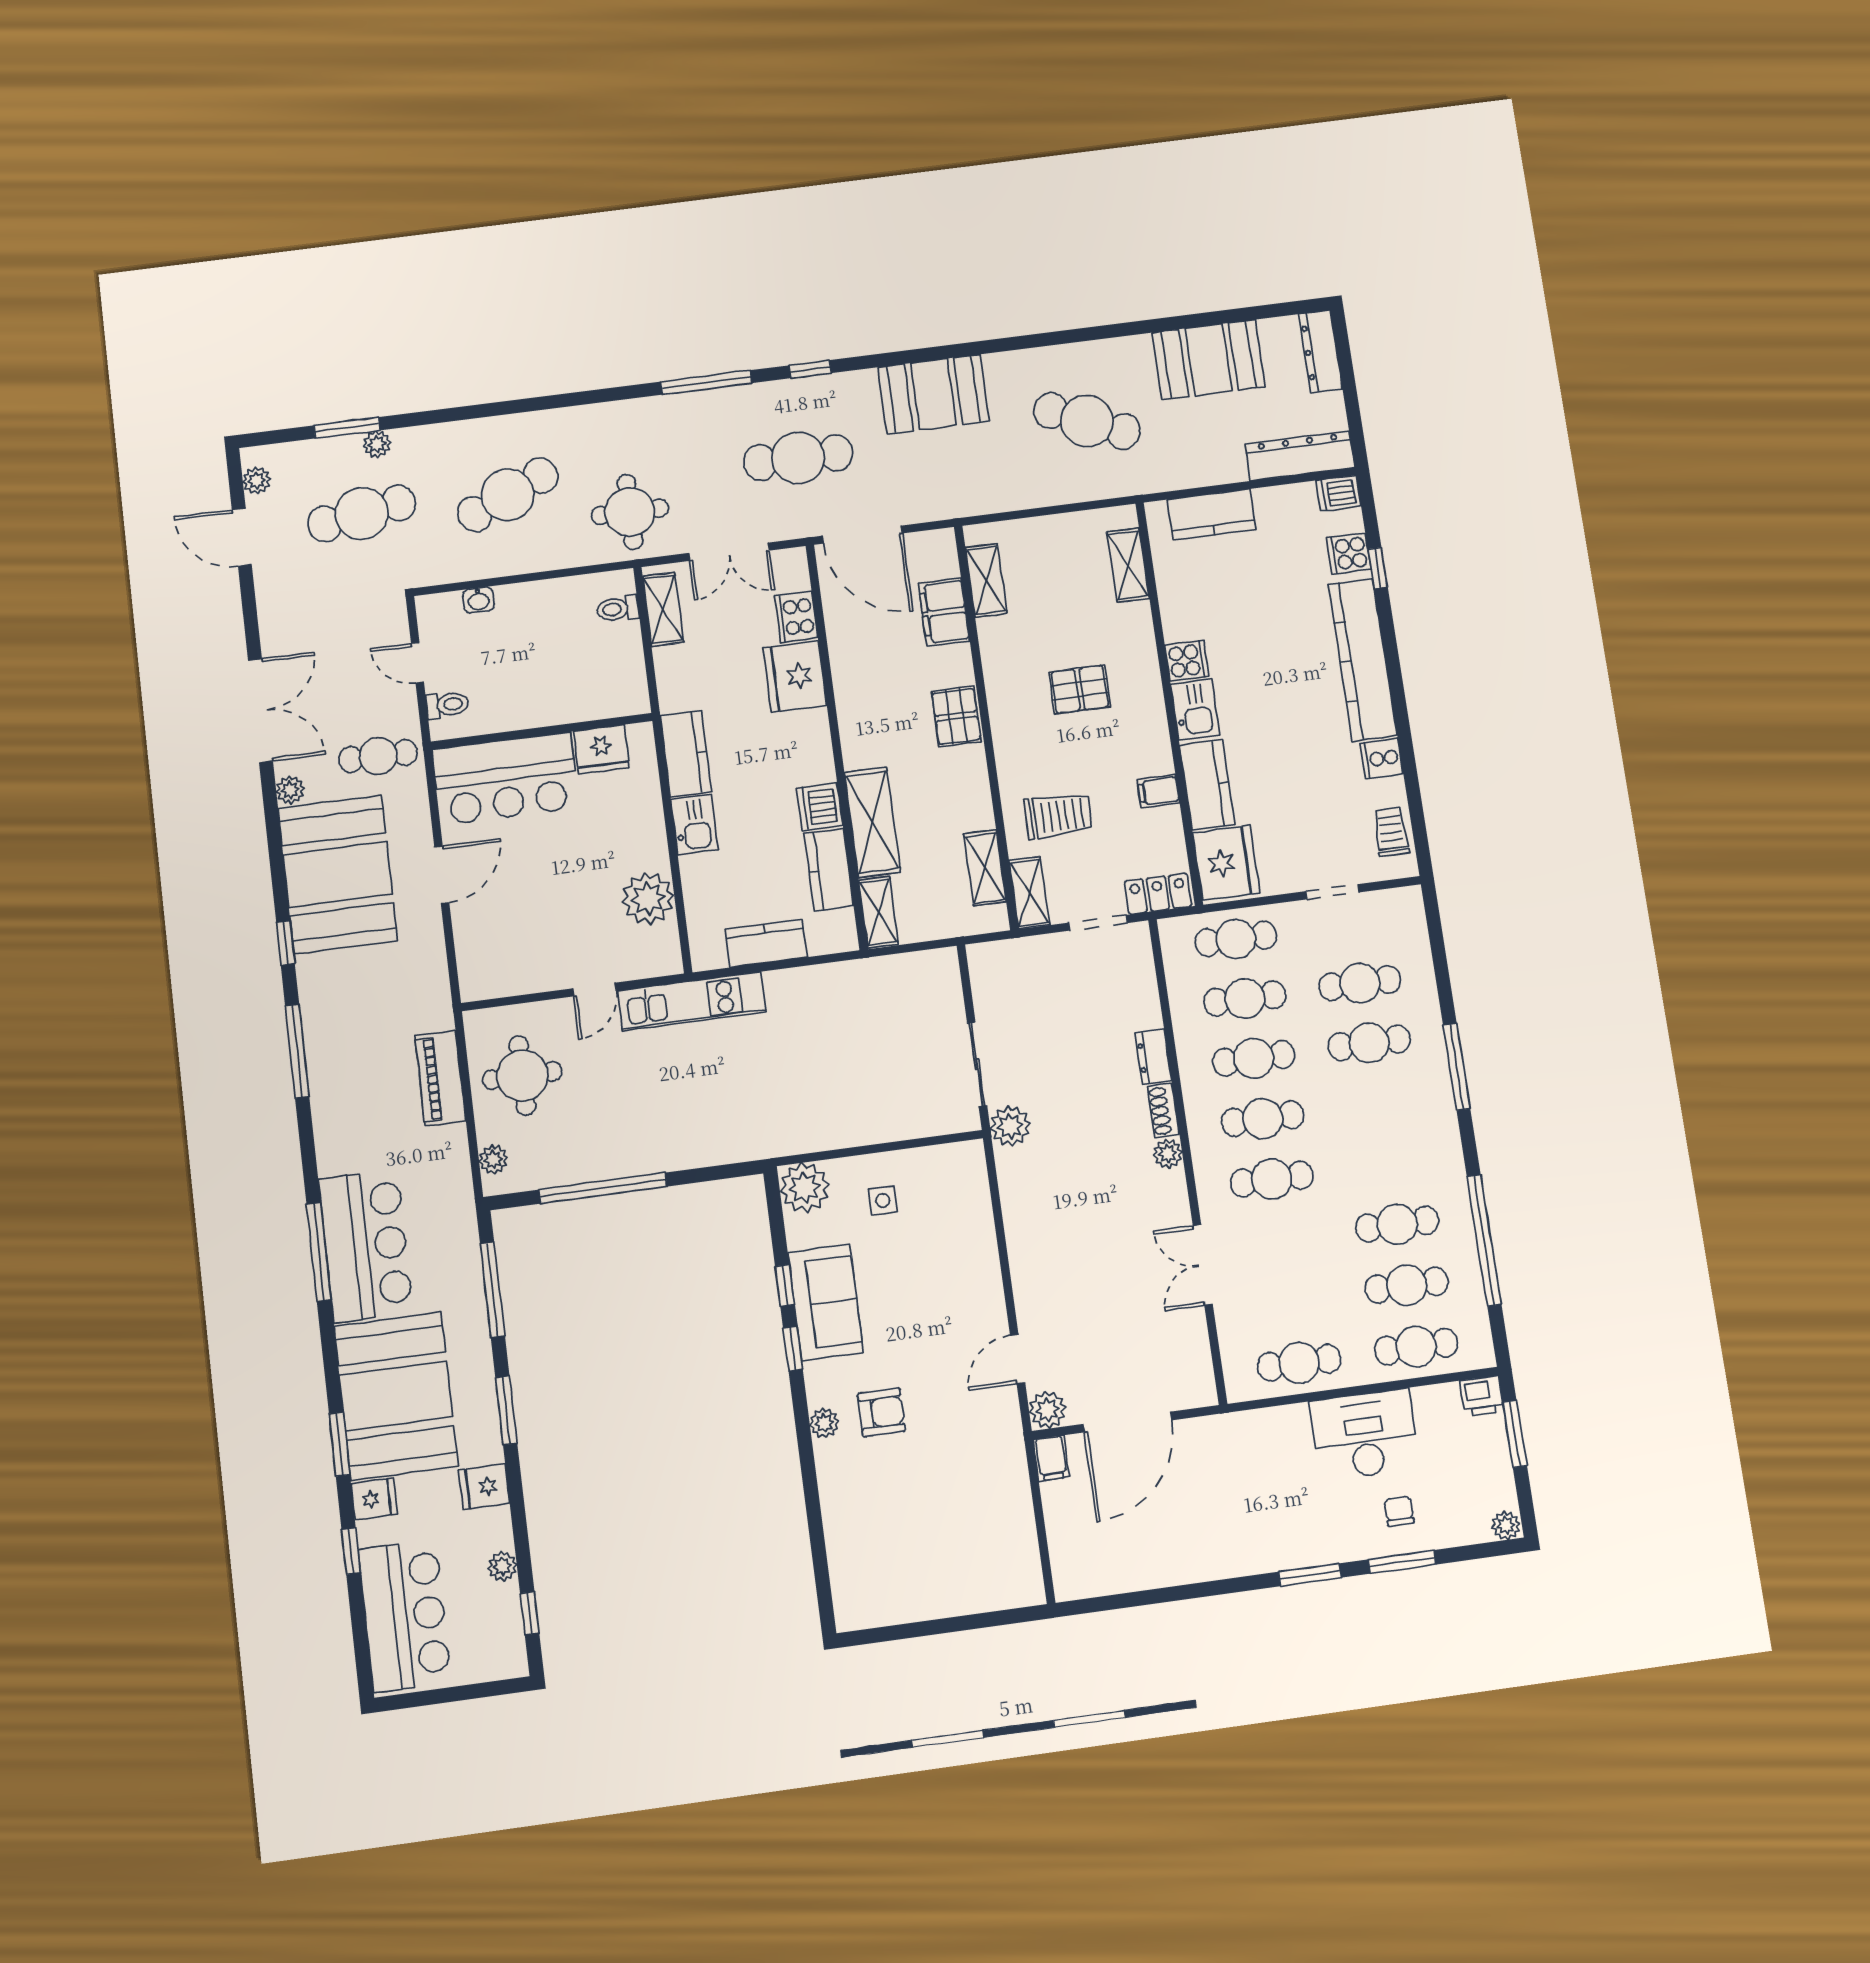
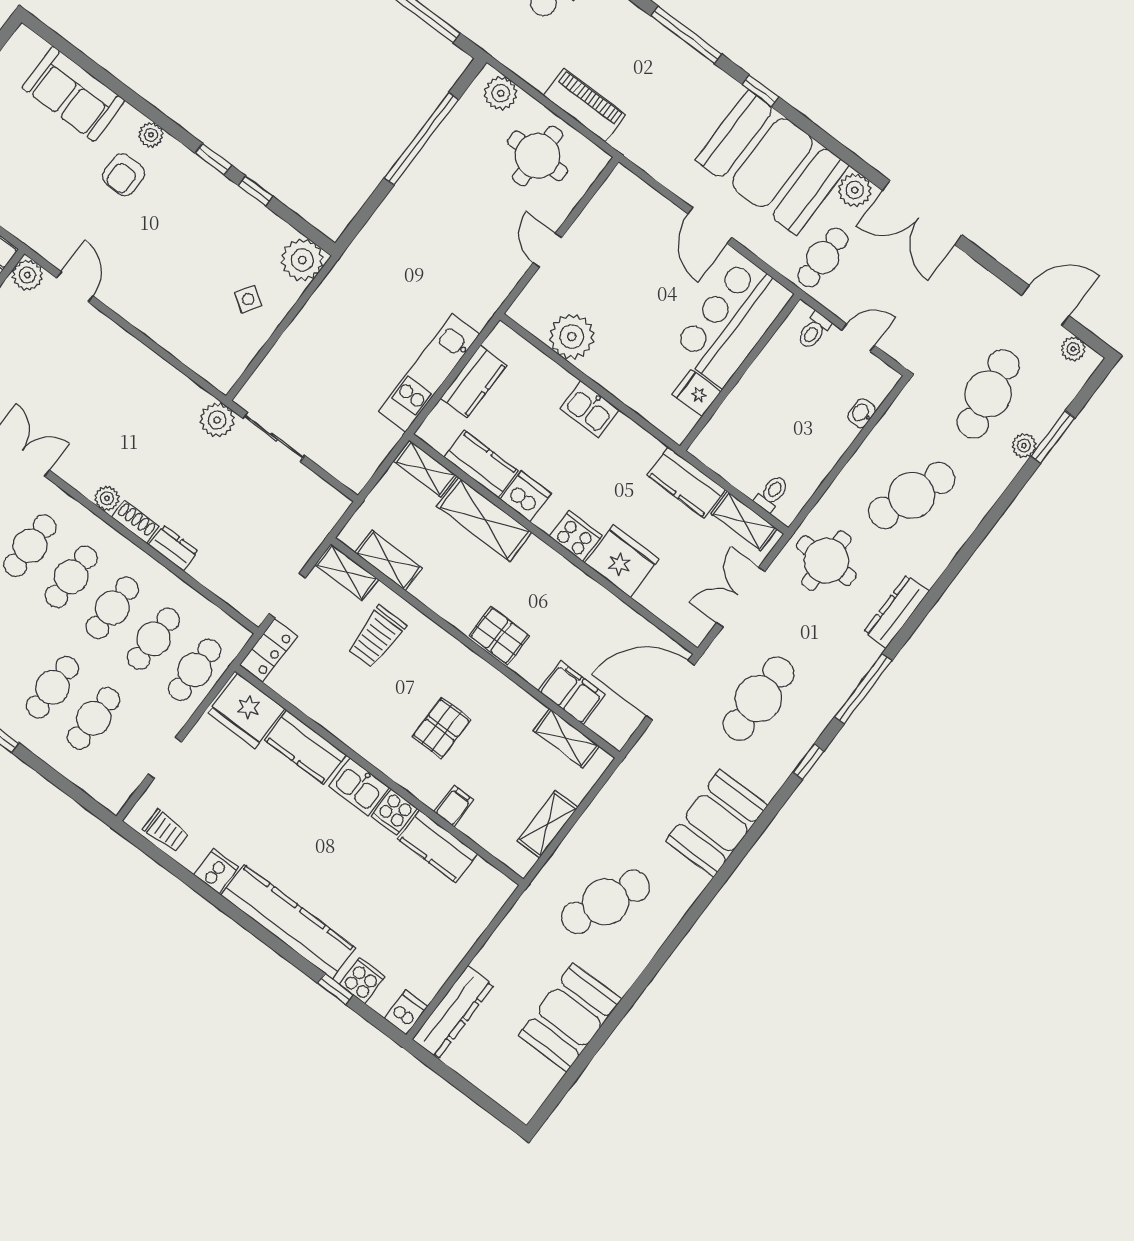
dresser: (1320, 351) -> (896, 612), moved, turned -90
cafe table: (508, 495) -> (912, 495), turned 45
kitchen counter: (1212, 515) -> (438, 846), moved, turned -90
shelving: (1128, 565) -> (547, 824), moved, turned 90
cooker: (796, 617) -> (576, 536), moved
fridge: (601, 749) -> (696, 393), width x0.72
kitchen counter: (686, 754) -> (686, 482), moved
plant: (290, 790) -> (855, 190), width x1.38, depth x1.38
filing cabinet: (1158, 791) -> (454, 806), moved
kitchen unit: (692, 1001) -> (429, 373), moved
plant: (493, 1160) -> (501, 93), width x1.38, depth x1.38
side table: (883, 1200) -> (248, 299), turned 33
sofa: (826, 1303) -> (73, 94), moved

